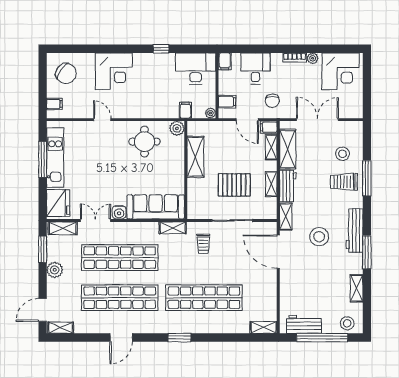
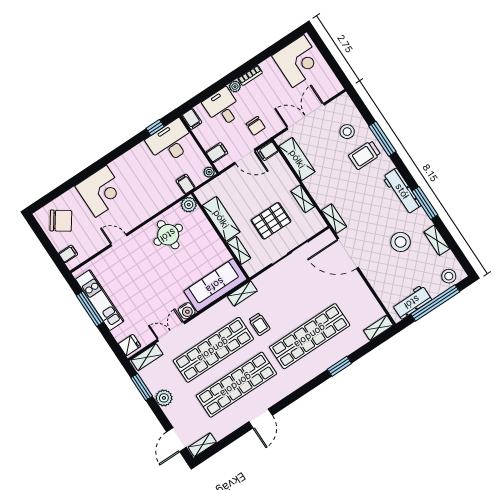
window: (161, 49) -> (155, 127), moved
plant: (313, 58) -> (235, 87), moved
shelving: (271, 147) -> (239, 250), moved
workbench: (288, 186) -> (318, 191), removed
fridge: (58, 203) -> (130, 345), width x0.53, depth x0.75
stool: (319, 237) -> (401, 242), moved
trolley: (203, 244) -> (259, 324), moved
window: (180, 338) -> (339, 366), moved

